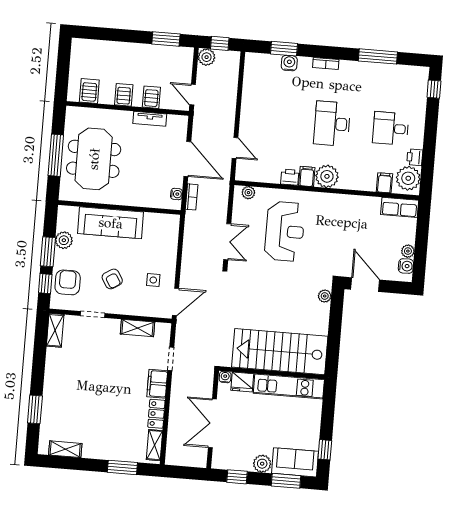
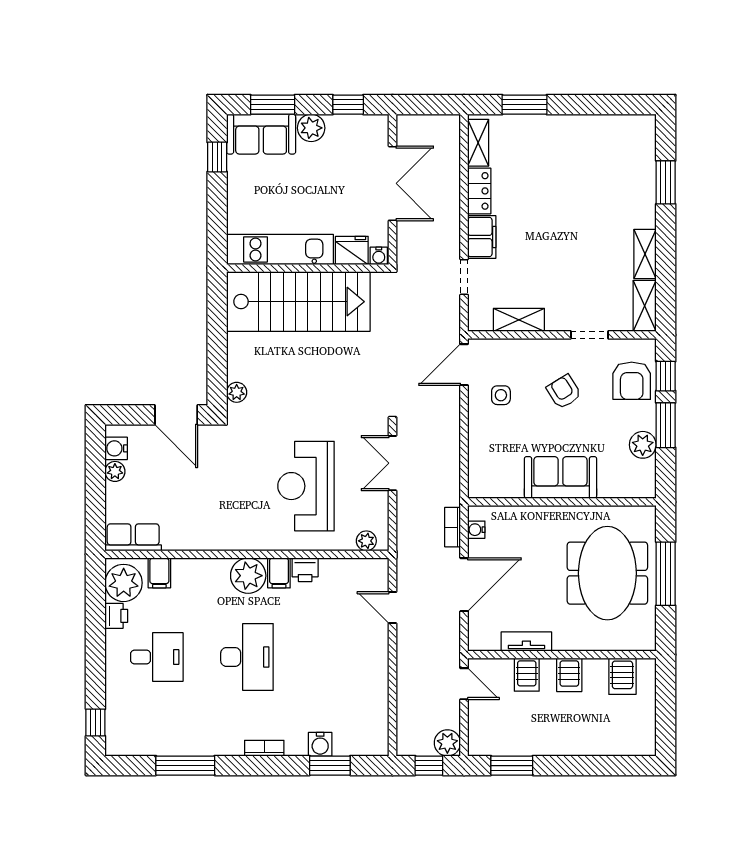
door: (187, 159) -> (464, 585), swing flipped
sofa: (111, 223) -> (560, 477), width x0.73
shelving: (65, 449) -> (645, 254), moved, turned 90

